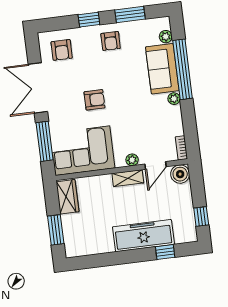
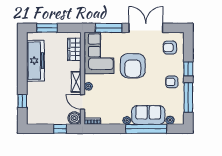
window: (130, 14) -> (188, 98), width x1.44
armchair: (94, 100) -> (133, 66), width x1.88, depth x1.88
wardrobe: (67, 197) -> (74, 49), moved, turned 90
window: (201, 216) -> (60, 129), moved
freezer: (143, 236) -> (35, 61), moved

